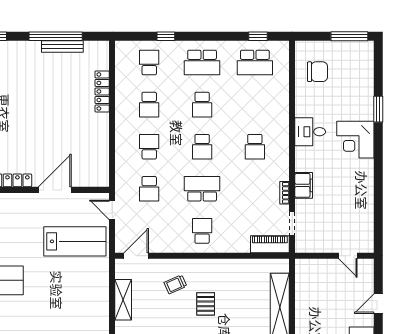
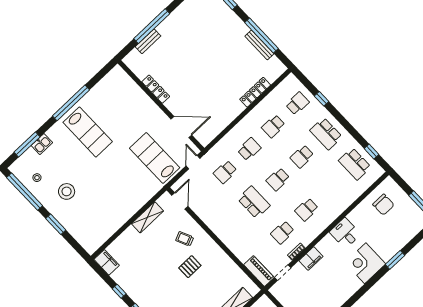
door: (55, 190) -> (181, 127), moved
school desk: (202, 231) -> (282, 232), moved, turned 180
lab bench: (75, 241) -> (155, 158), turned 180
door: (136, 256) -> (180, 201), hinge flipped

